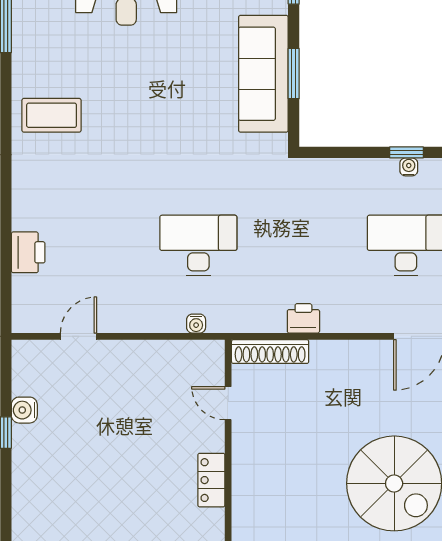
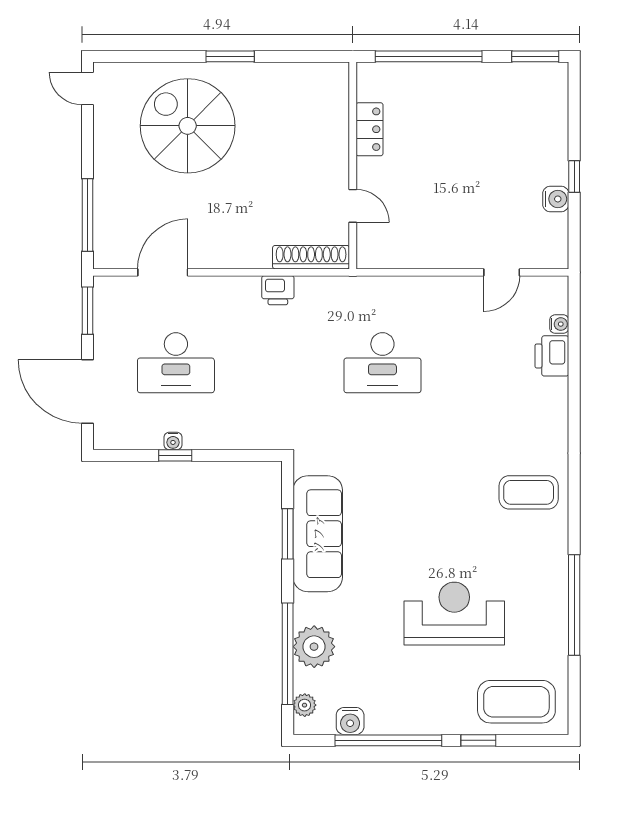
water cooler: (196, 324) -> (559, 324), moved, turned 90

